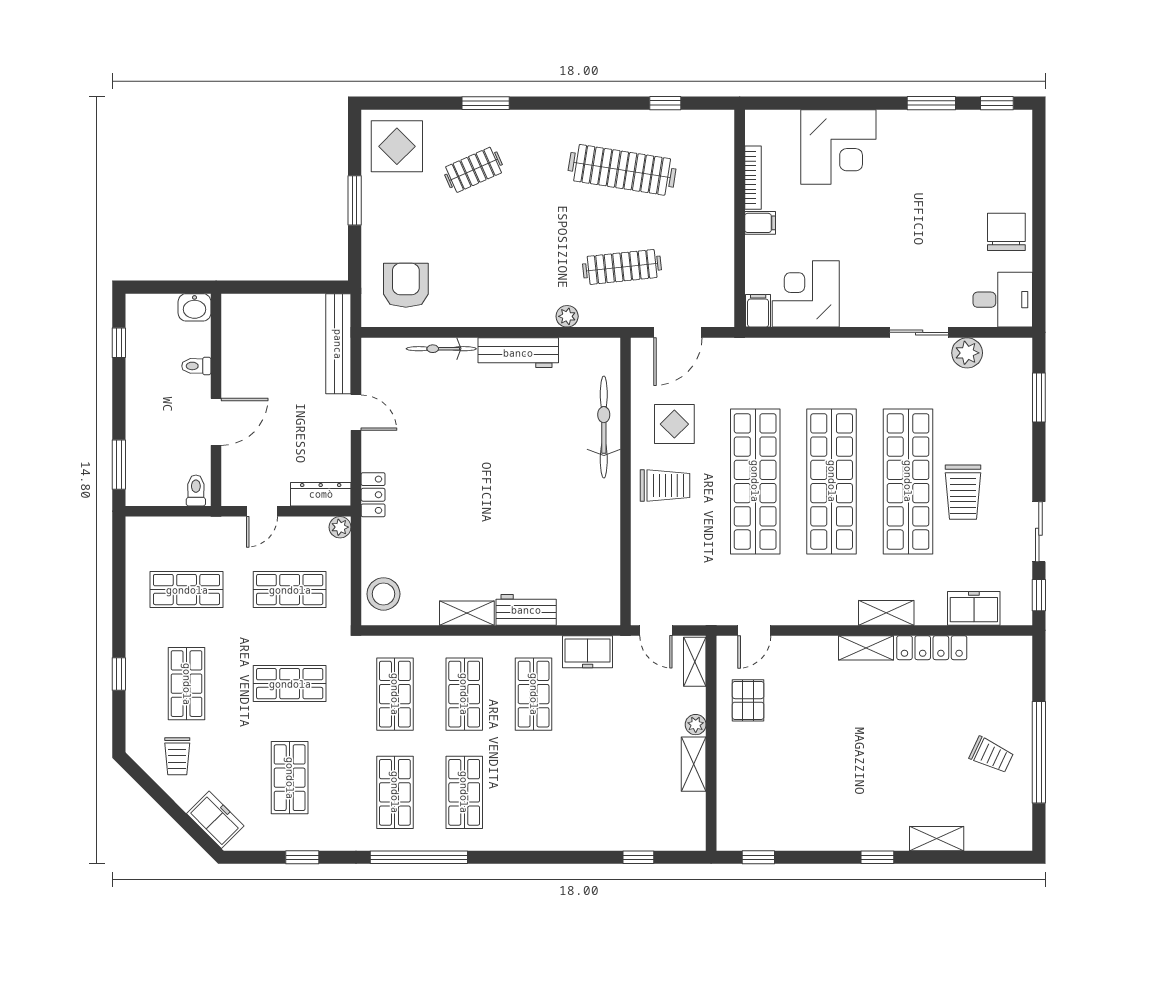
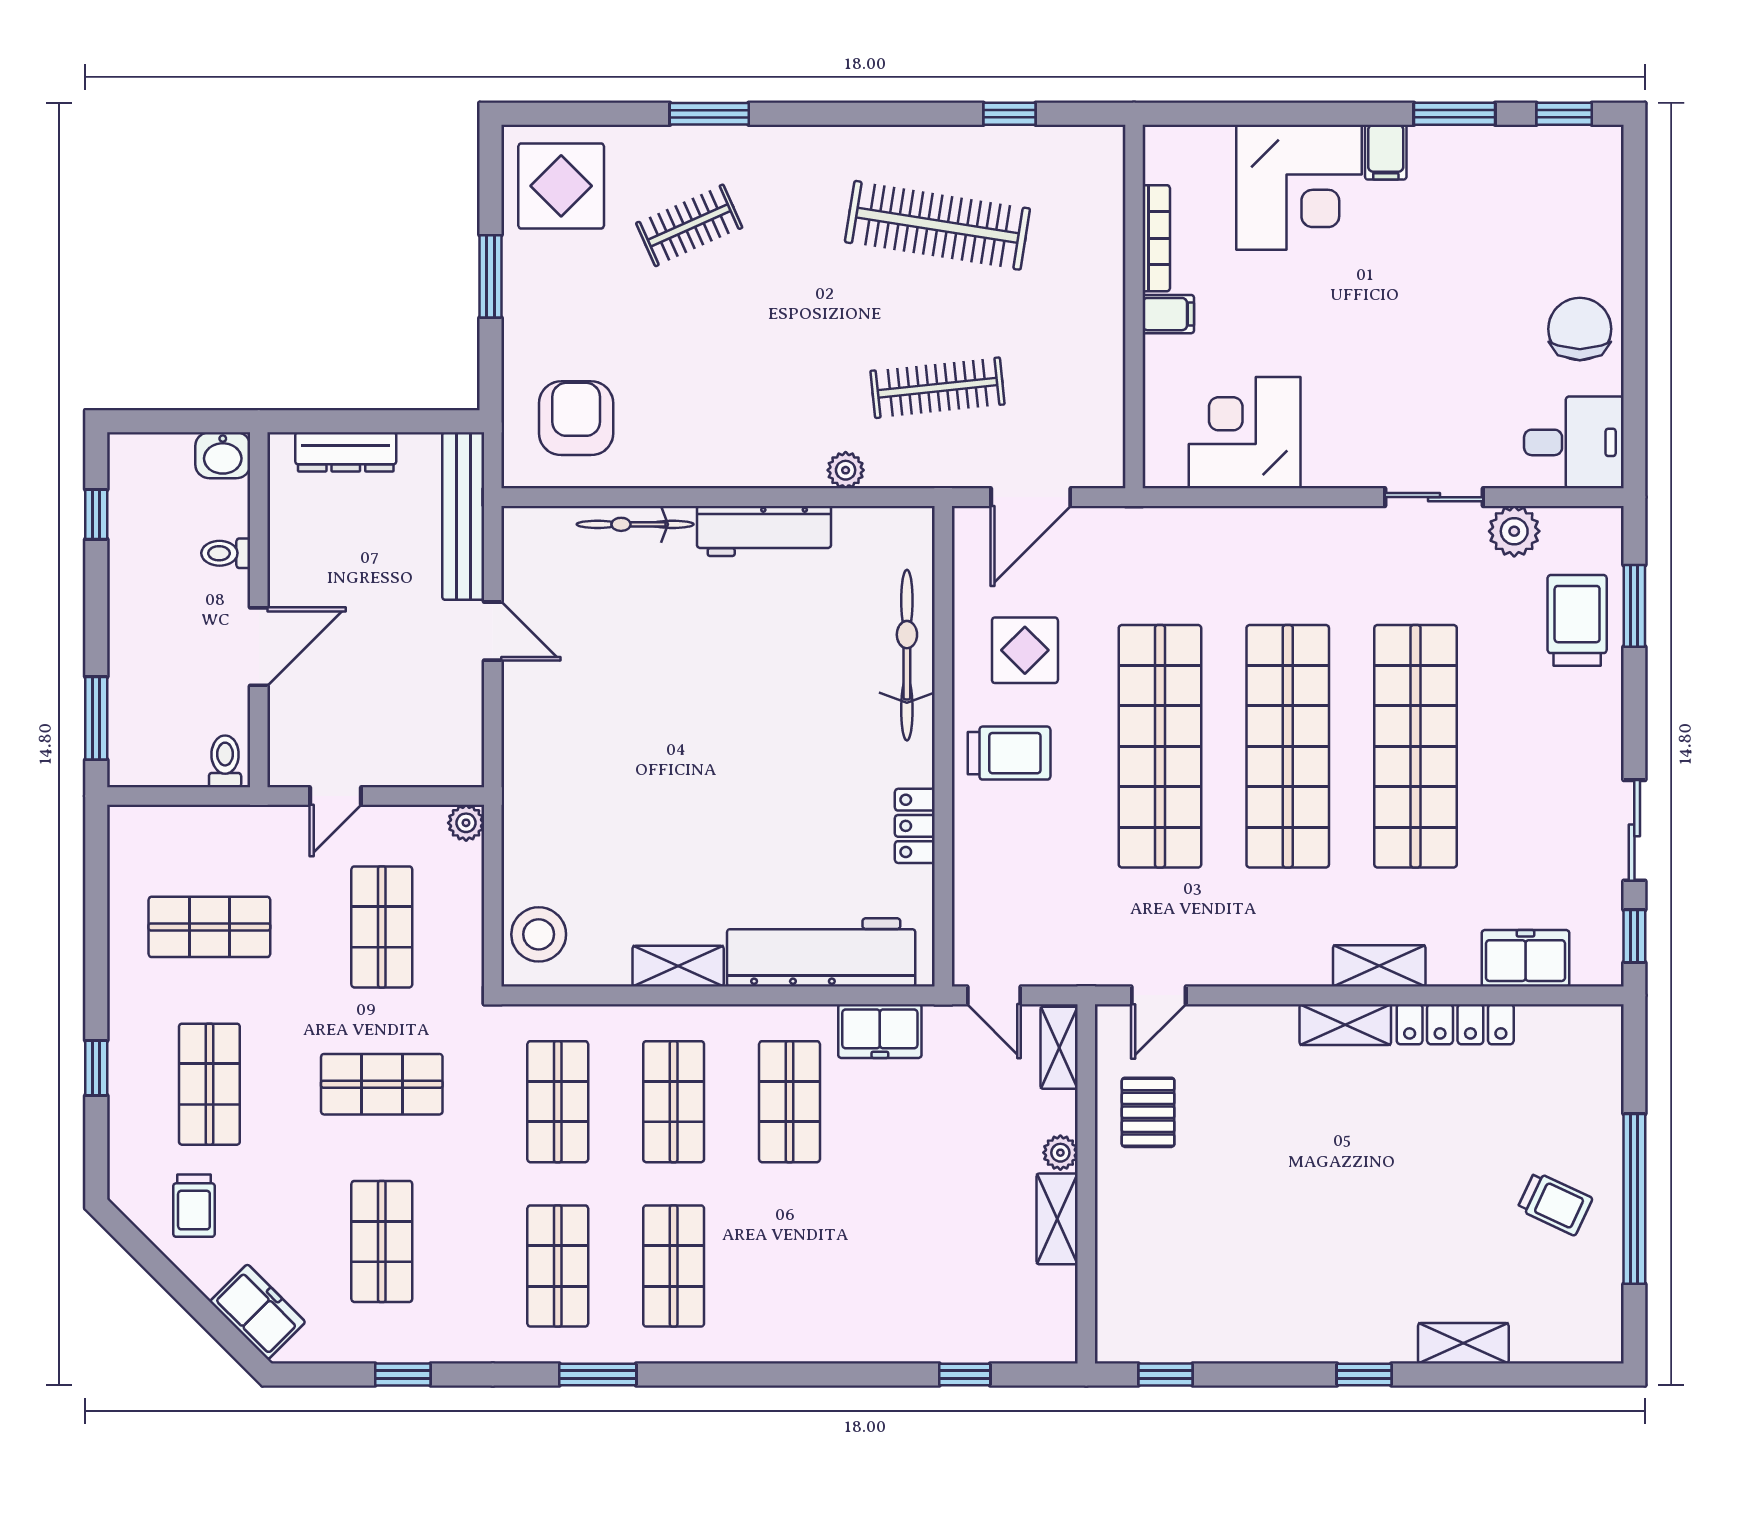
filing cabinet: (758, 311) -> (1386, 152), moved, turned 180
trolley: (963, 492) -> (1577, 620), moved, turned 180
dresser: (321, 494) -> (346, 452), moved, turned 180
locker: (373, 495) -> (915, 826), moved, turned 180
shop shelf: (290, 590) -> (382, 927), turned 90
workbench: (526, 610) -> (821, 952), width x1.88, depth x1.32
window: (419, 857) -> (598, 1374), width x0.47

